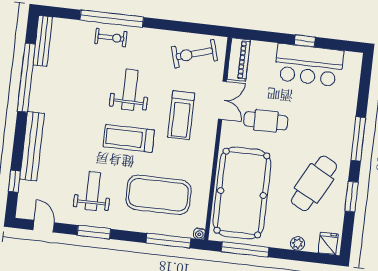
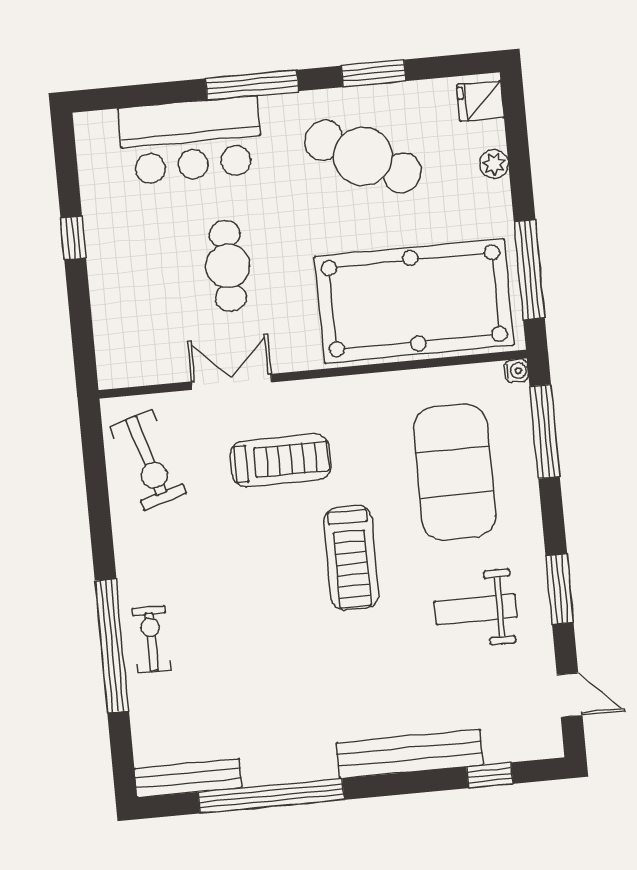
piano: (239, 60) -> (141, 366), removed
bar counter: (309, 65) -> (191, 140), moved, turned 90
weight bench: (130, 90) -> (250, 577), removed
cafe table: (266, 121) -> (228, 266), moved
door: (44, 226) -> (570, 695), swing flipped

